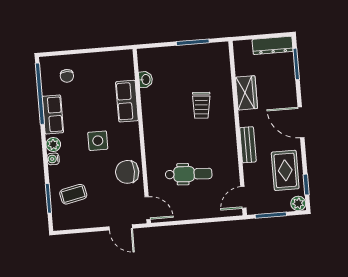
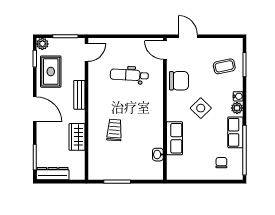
side table: (98, 141) -> (201, 108), turned 45

